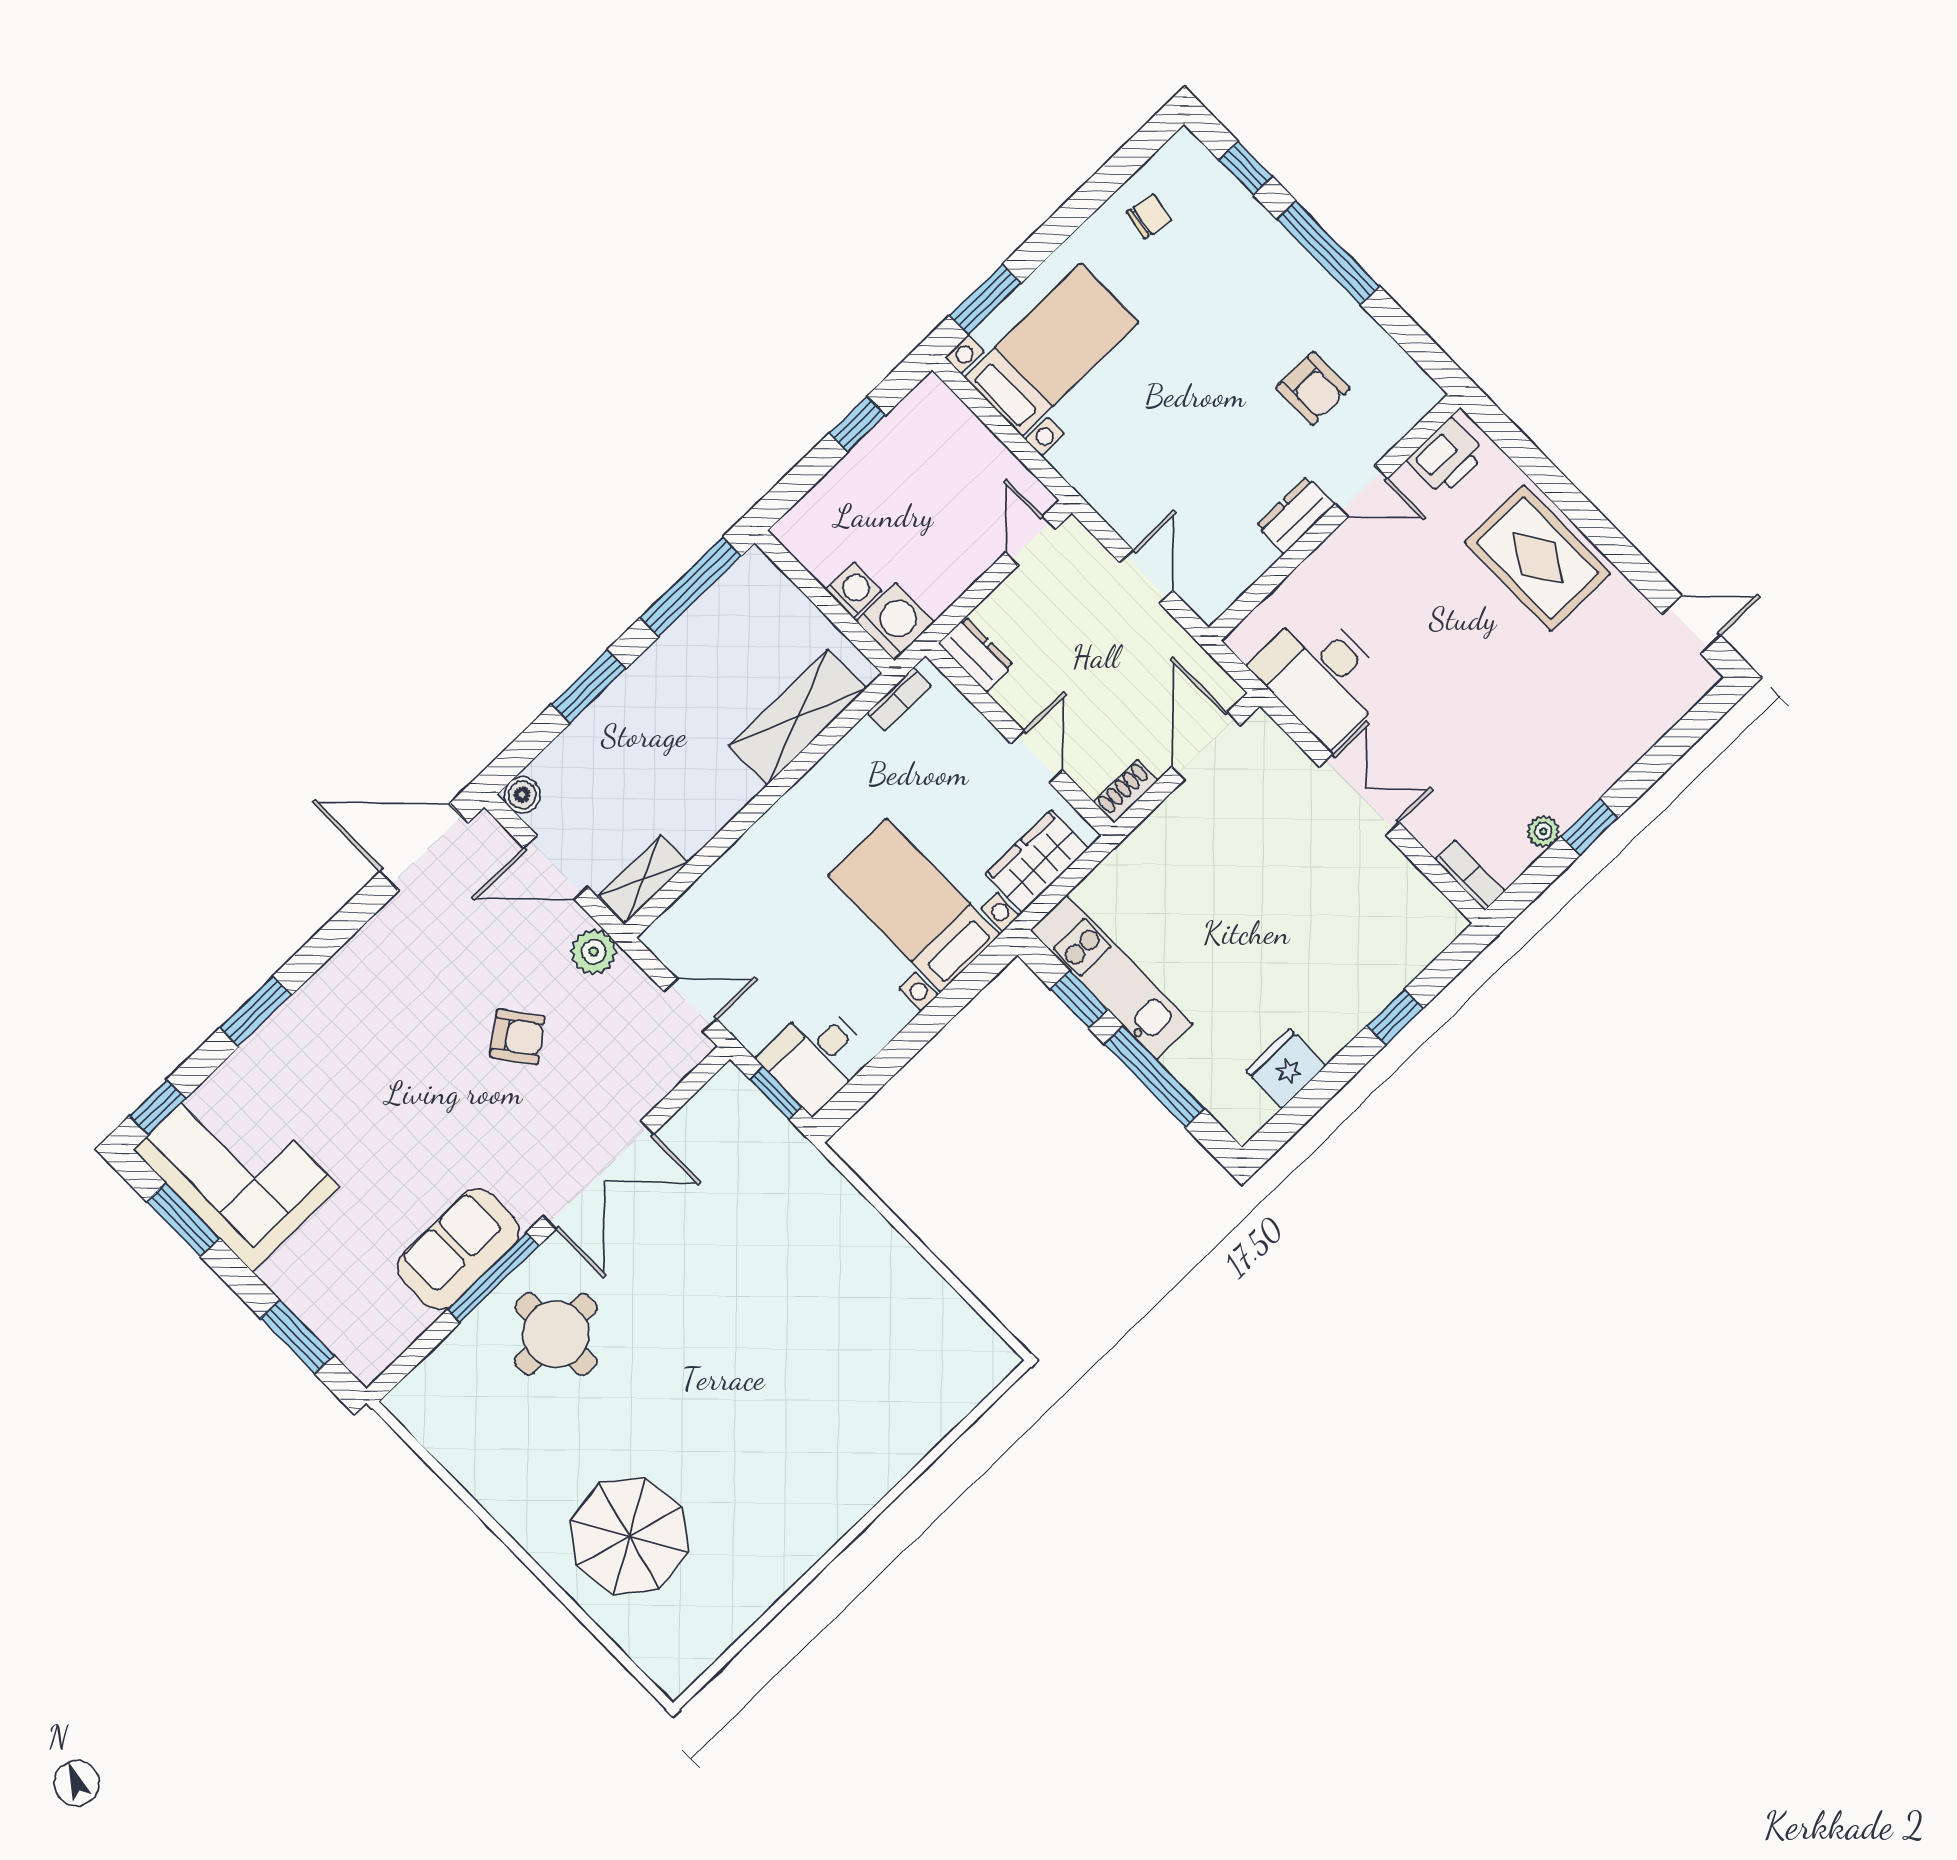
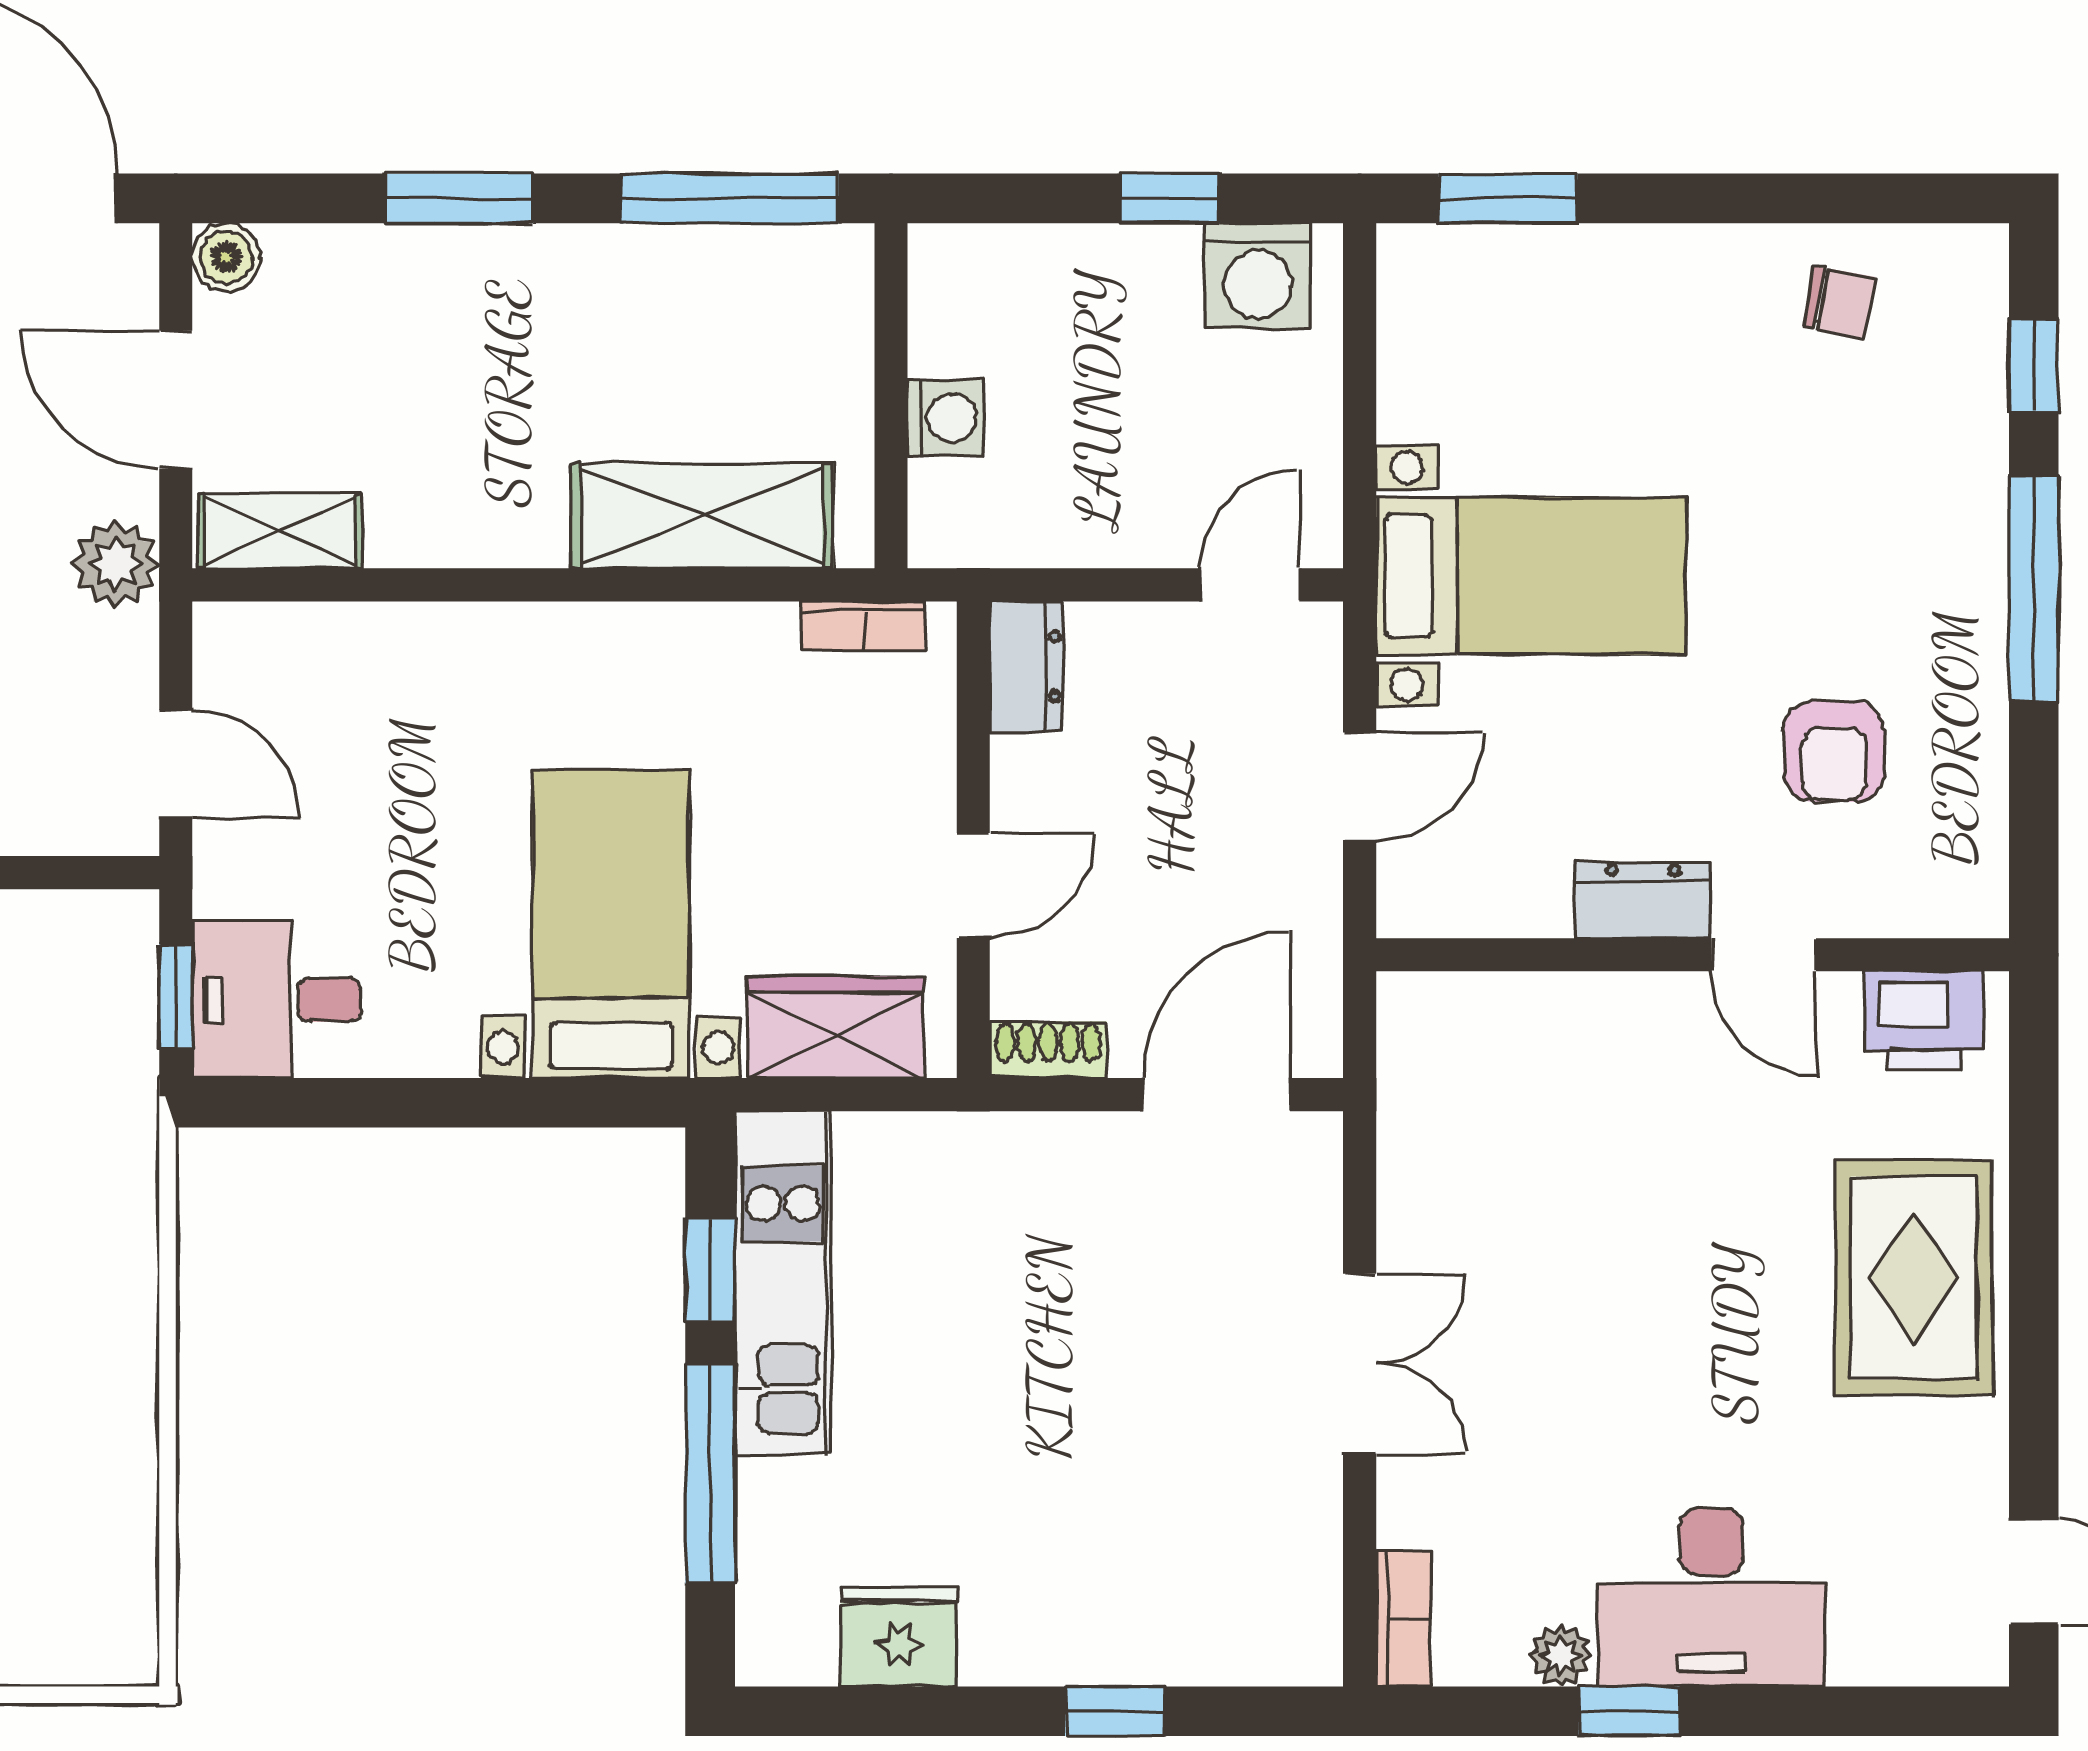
bed with nightstands: (1051, 350) -> (1531, 576), moved
washing machine: (895, 622) -> (1258, 276), moved, turned 90
desk: (1321, 676) -> (1712, 1597), moved, turned -90

